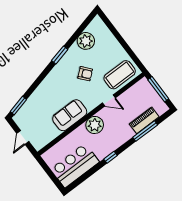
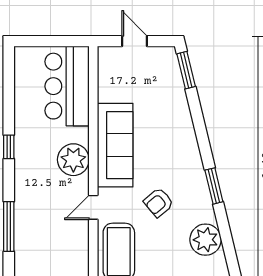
sofa: (70, 115) -> (115, 145), width x1.36
piano: (144, 120) -> (25, 237), removed
bar counter: (75, 166) -> (67, 86), moved, turned 180

